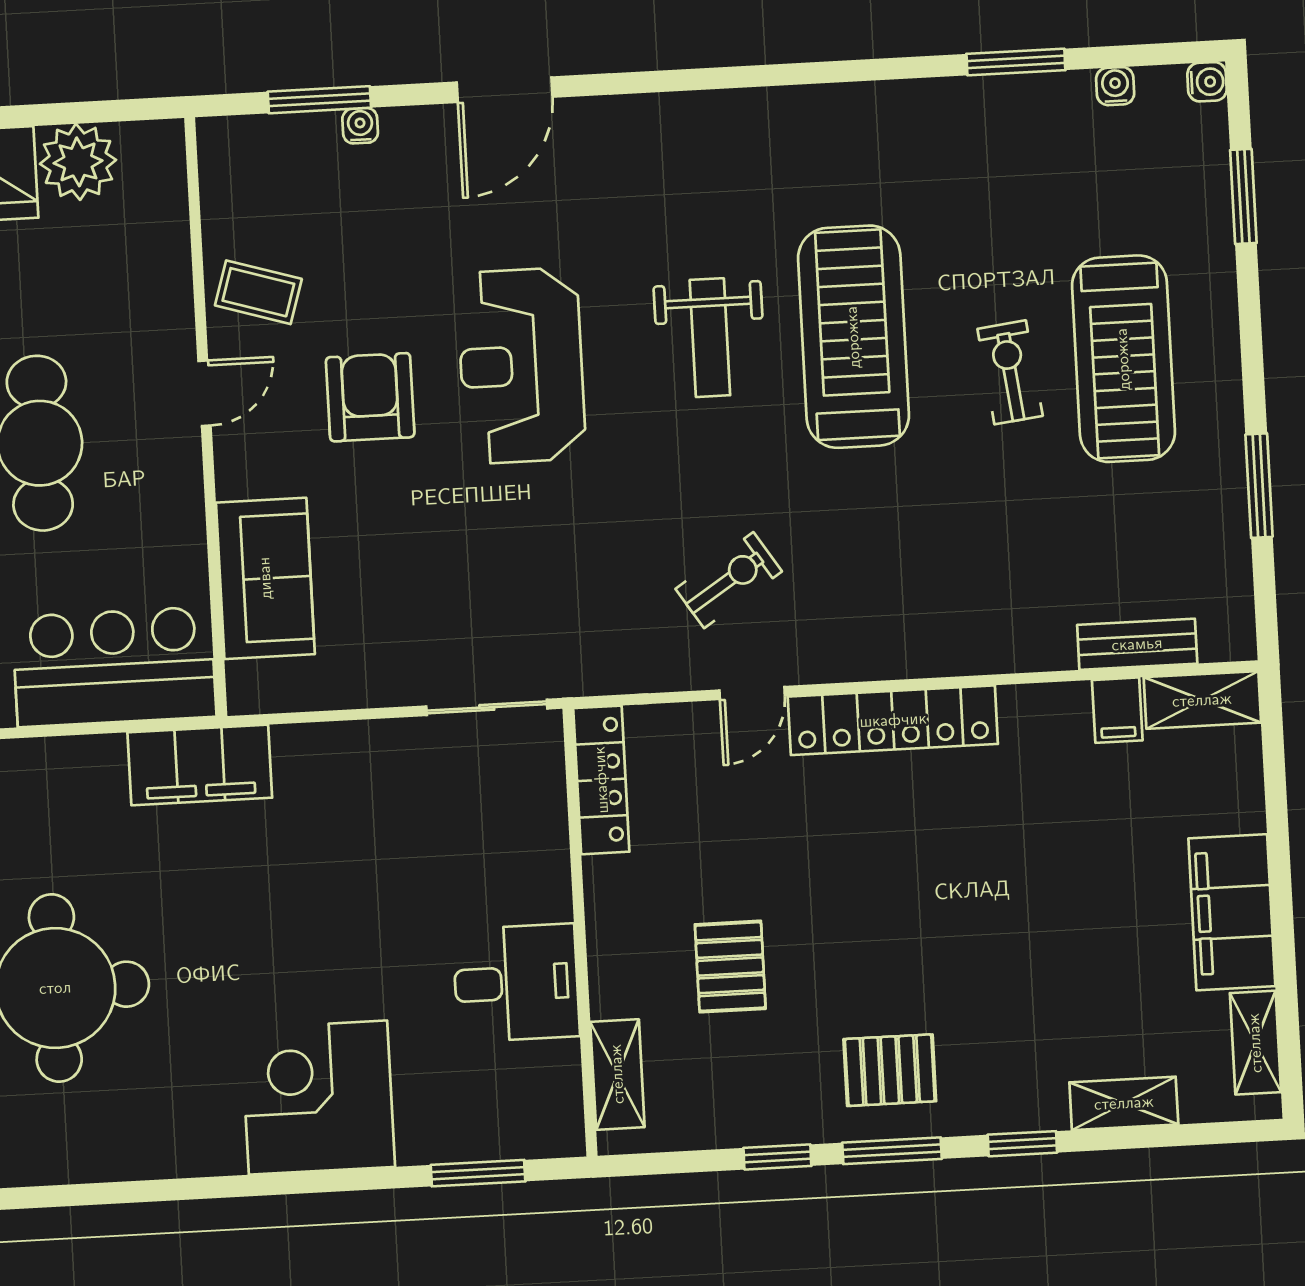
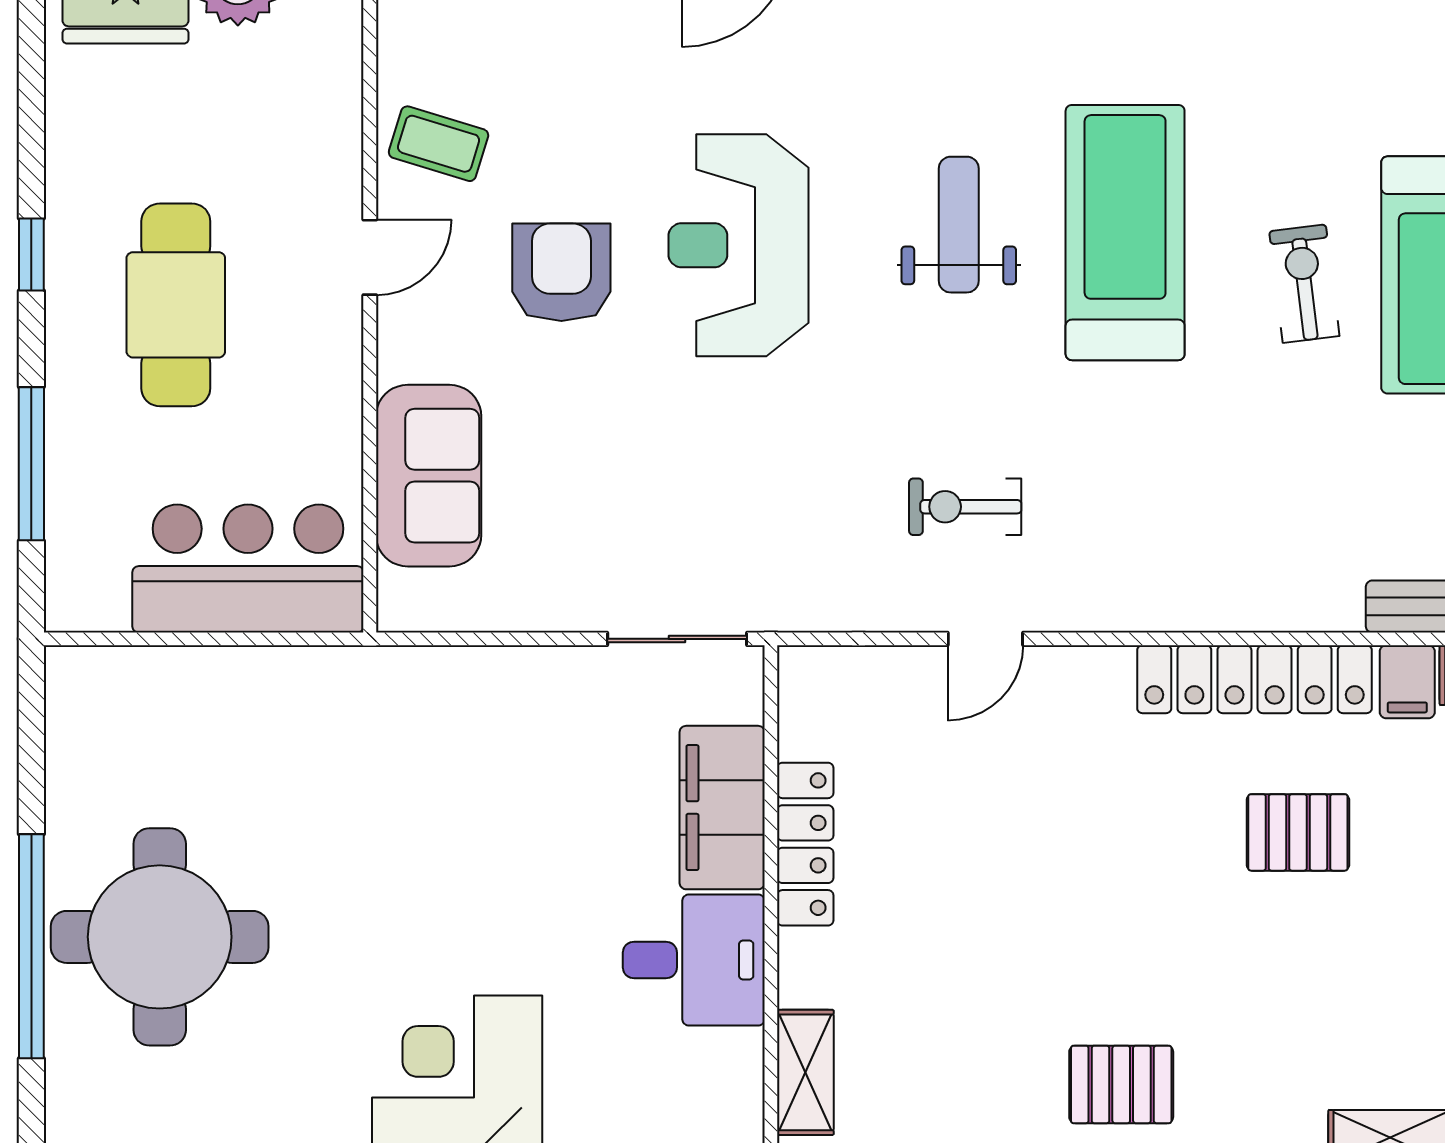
weight bench: (710, 338) -> (959, 225), turned 180
exercise bike: (729, 580) -> (965, 507), turned -147
locker: (893, 720) -> (1255, 679), moved
filing cabinet: (200, 765) -> (722, 808), moved, turned 90
locker: (601, 780) -> (805, 844), moved
pallet: (730, 967) -> (1298, 832), moved, turned 90

